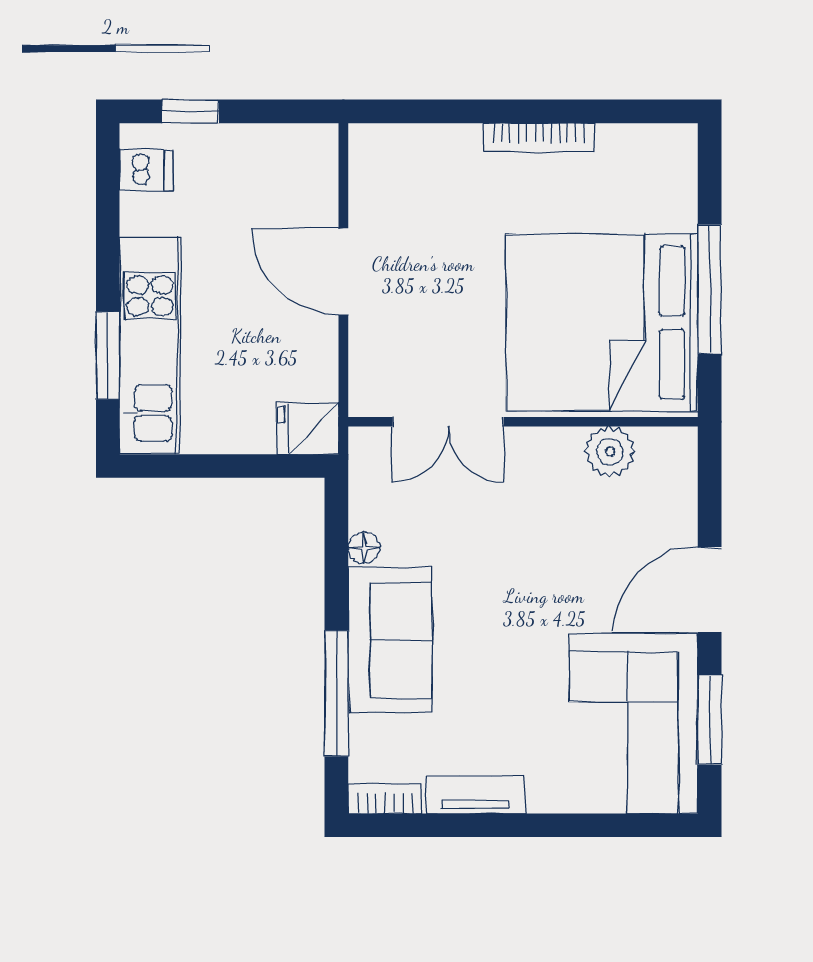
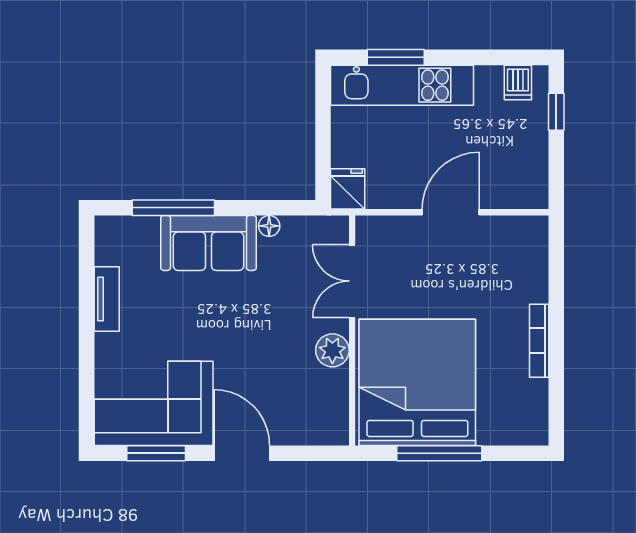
plant: (610, 452) -> (332, 350), moved
bookcase: (385, 799) -> (104, 240), removed

